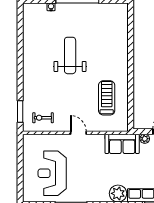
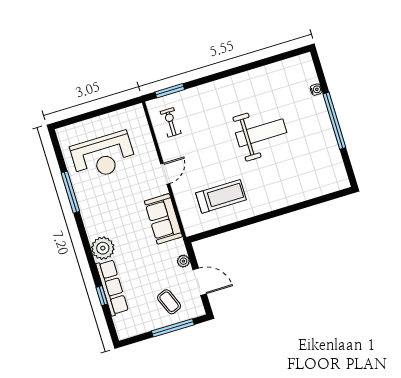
sofa: (122, 144) -> (163, 219), moved
reception desk: (52, 173) -> (103, 156), turned 180

